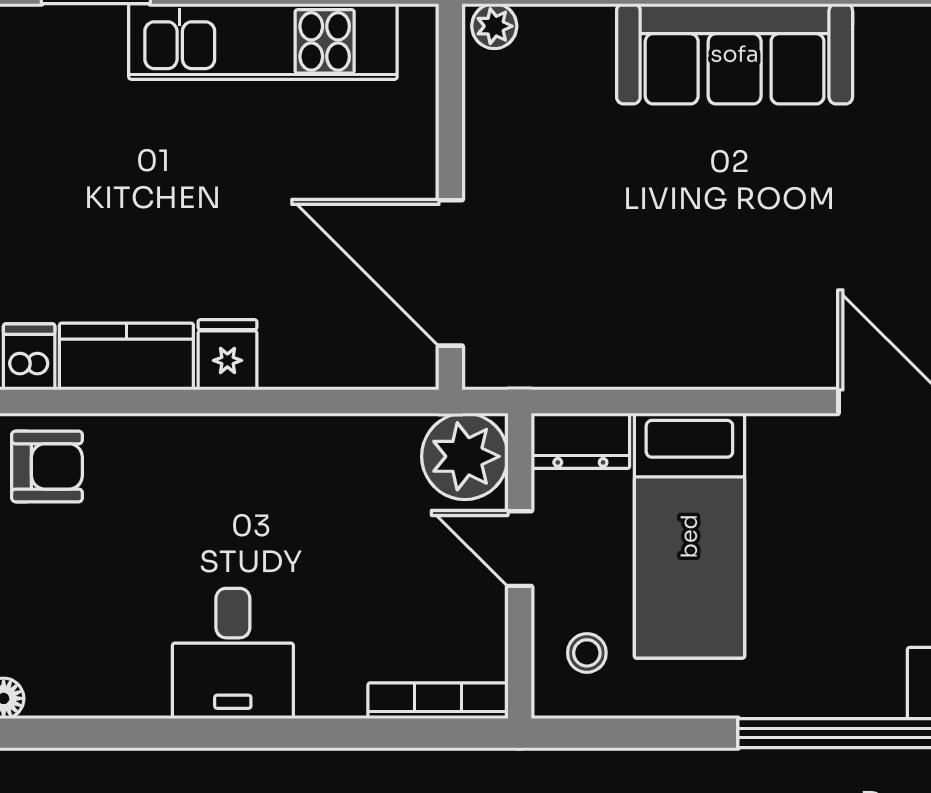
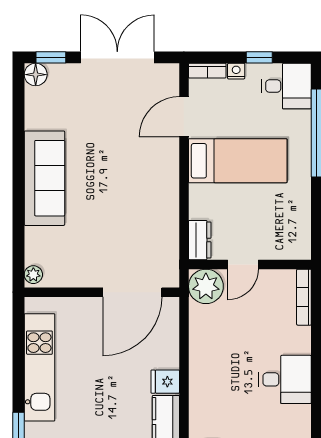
bed: (689, 536) -> (238, 161), moved
stool: (587, 653) -> (285, 237), removed

